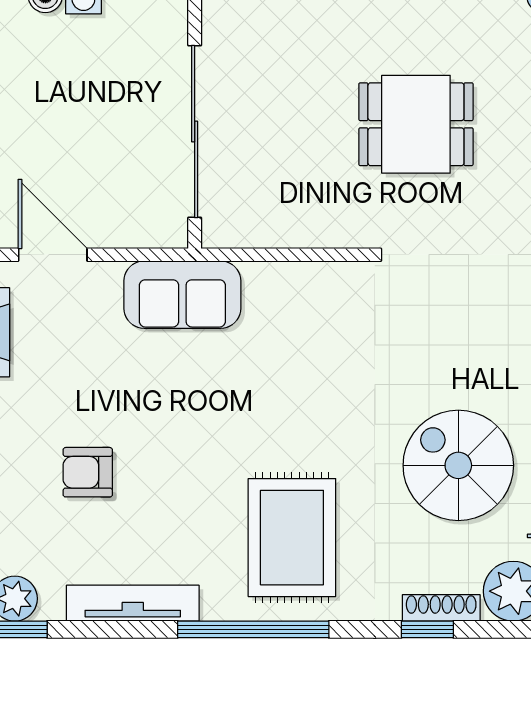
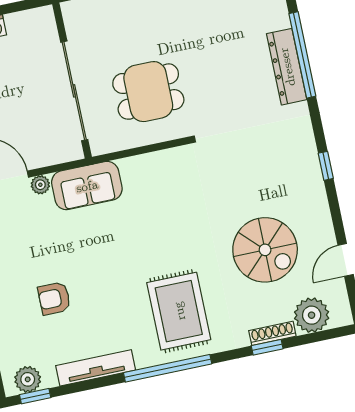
dining table: (416, 124) -> (148, 92), moved
plant: (105, 277) -> (40, 185), added
spiral stairs: (458, 465) -> (265, 250), turned 180

